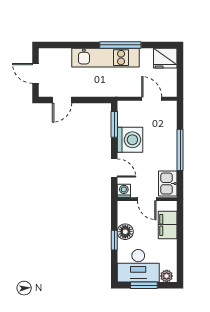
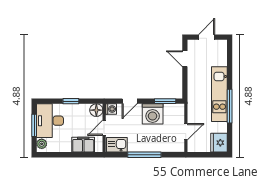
floor lamp: (125, 232) -> (96, 110), moved

